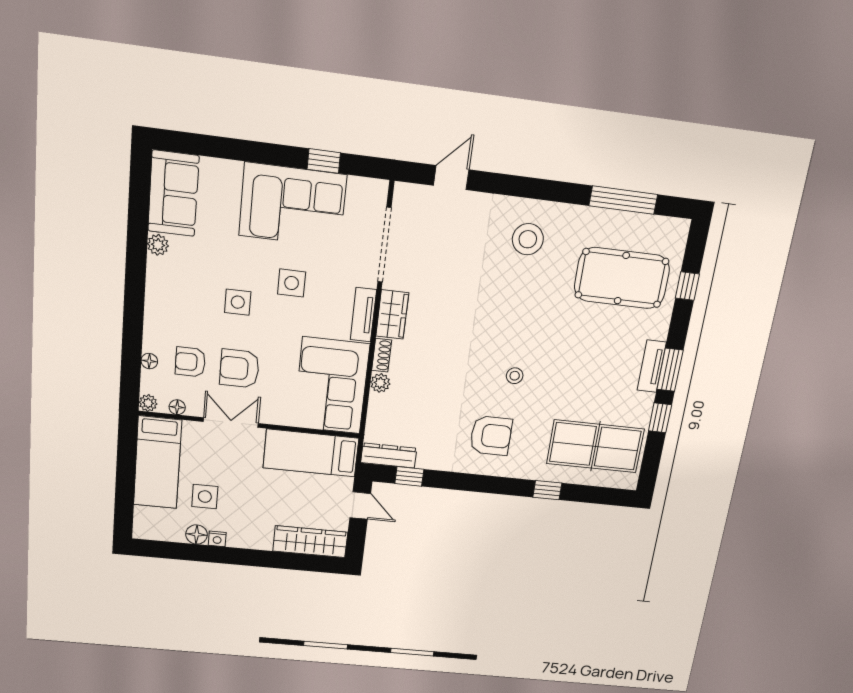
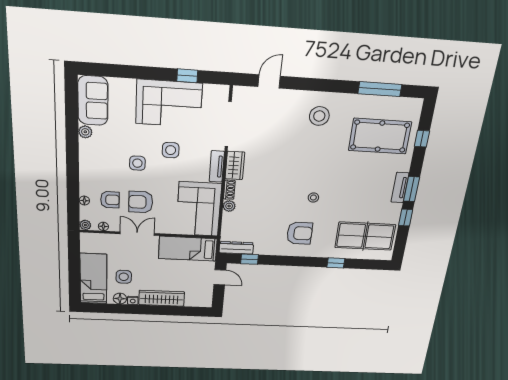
armchair: (190, 362) -> (110, 200), turned 180
bed: (158, 463) -> (93, 279), moved, turned 180
wardrobe: (310, 542) -> (162, 298), moved

